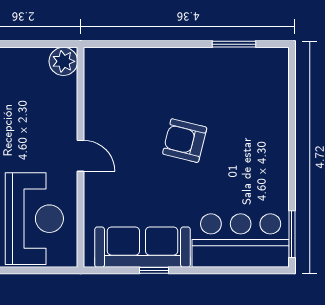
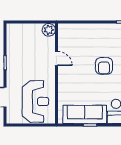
armchair: (185, 141) -> (104, 66), turned -104
door: (81, 156) -> (57, 58), moved

